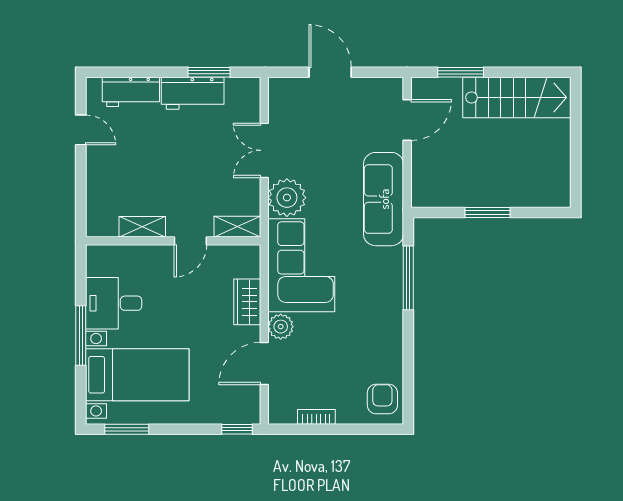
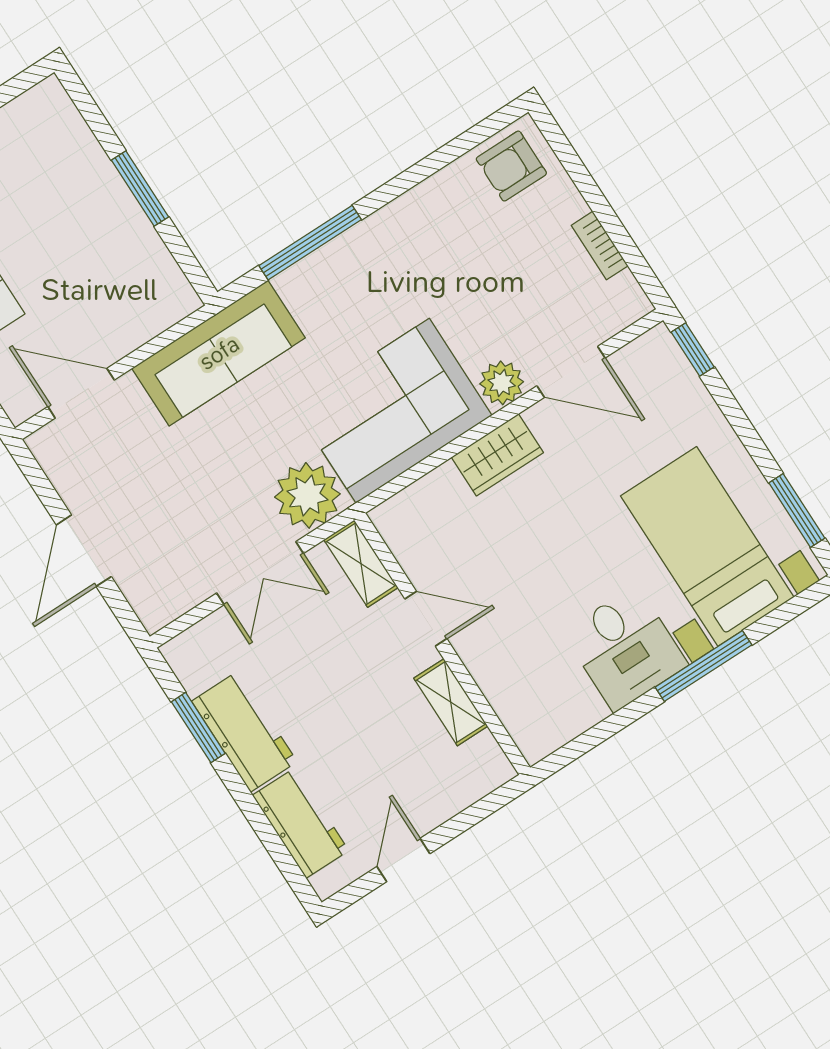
shelving: (142, 227) -> (451, 702), moved
shelving: (237, 227) -> (361, 564), moved
wall: (173, 241) -> (442, 644), moved
door: (190, 241) -> (426, 619), moved

